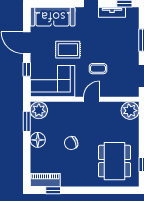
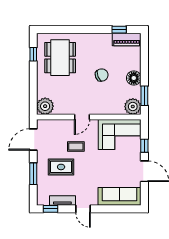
rug: (68, 50) -> (61, 167), moved

